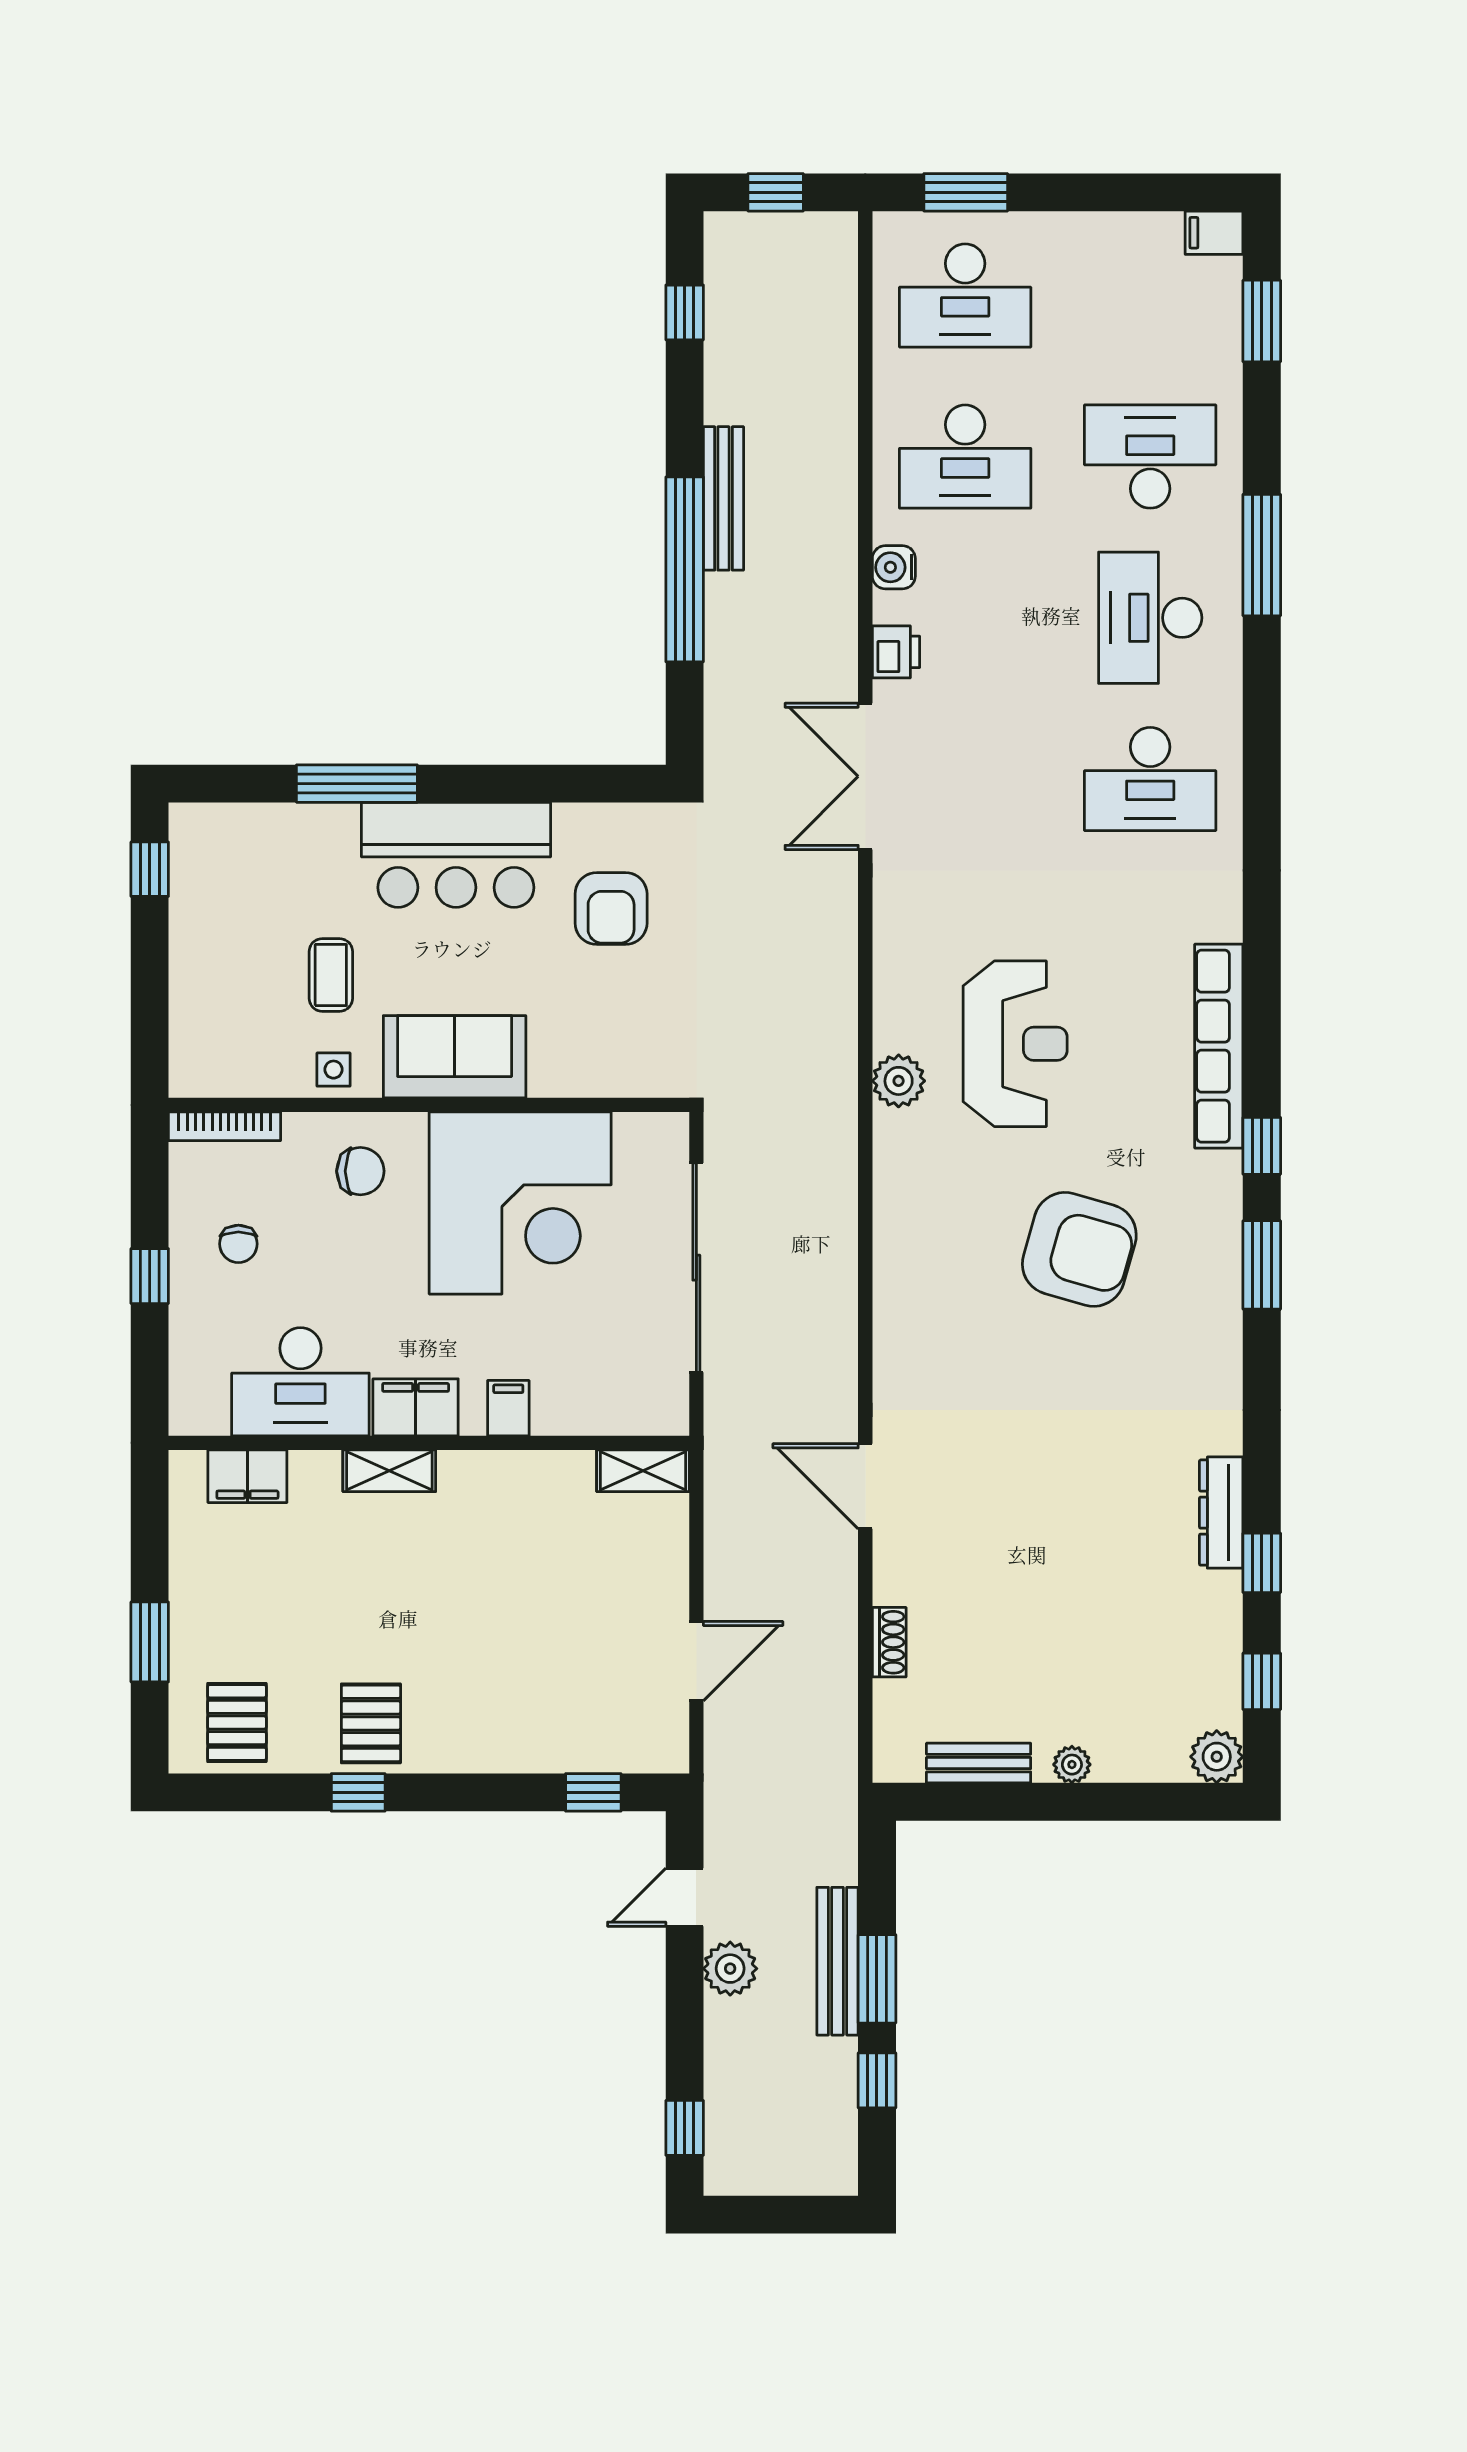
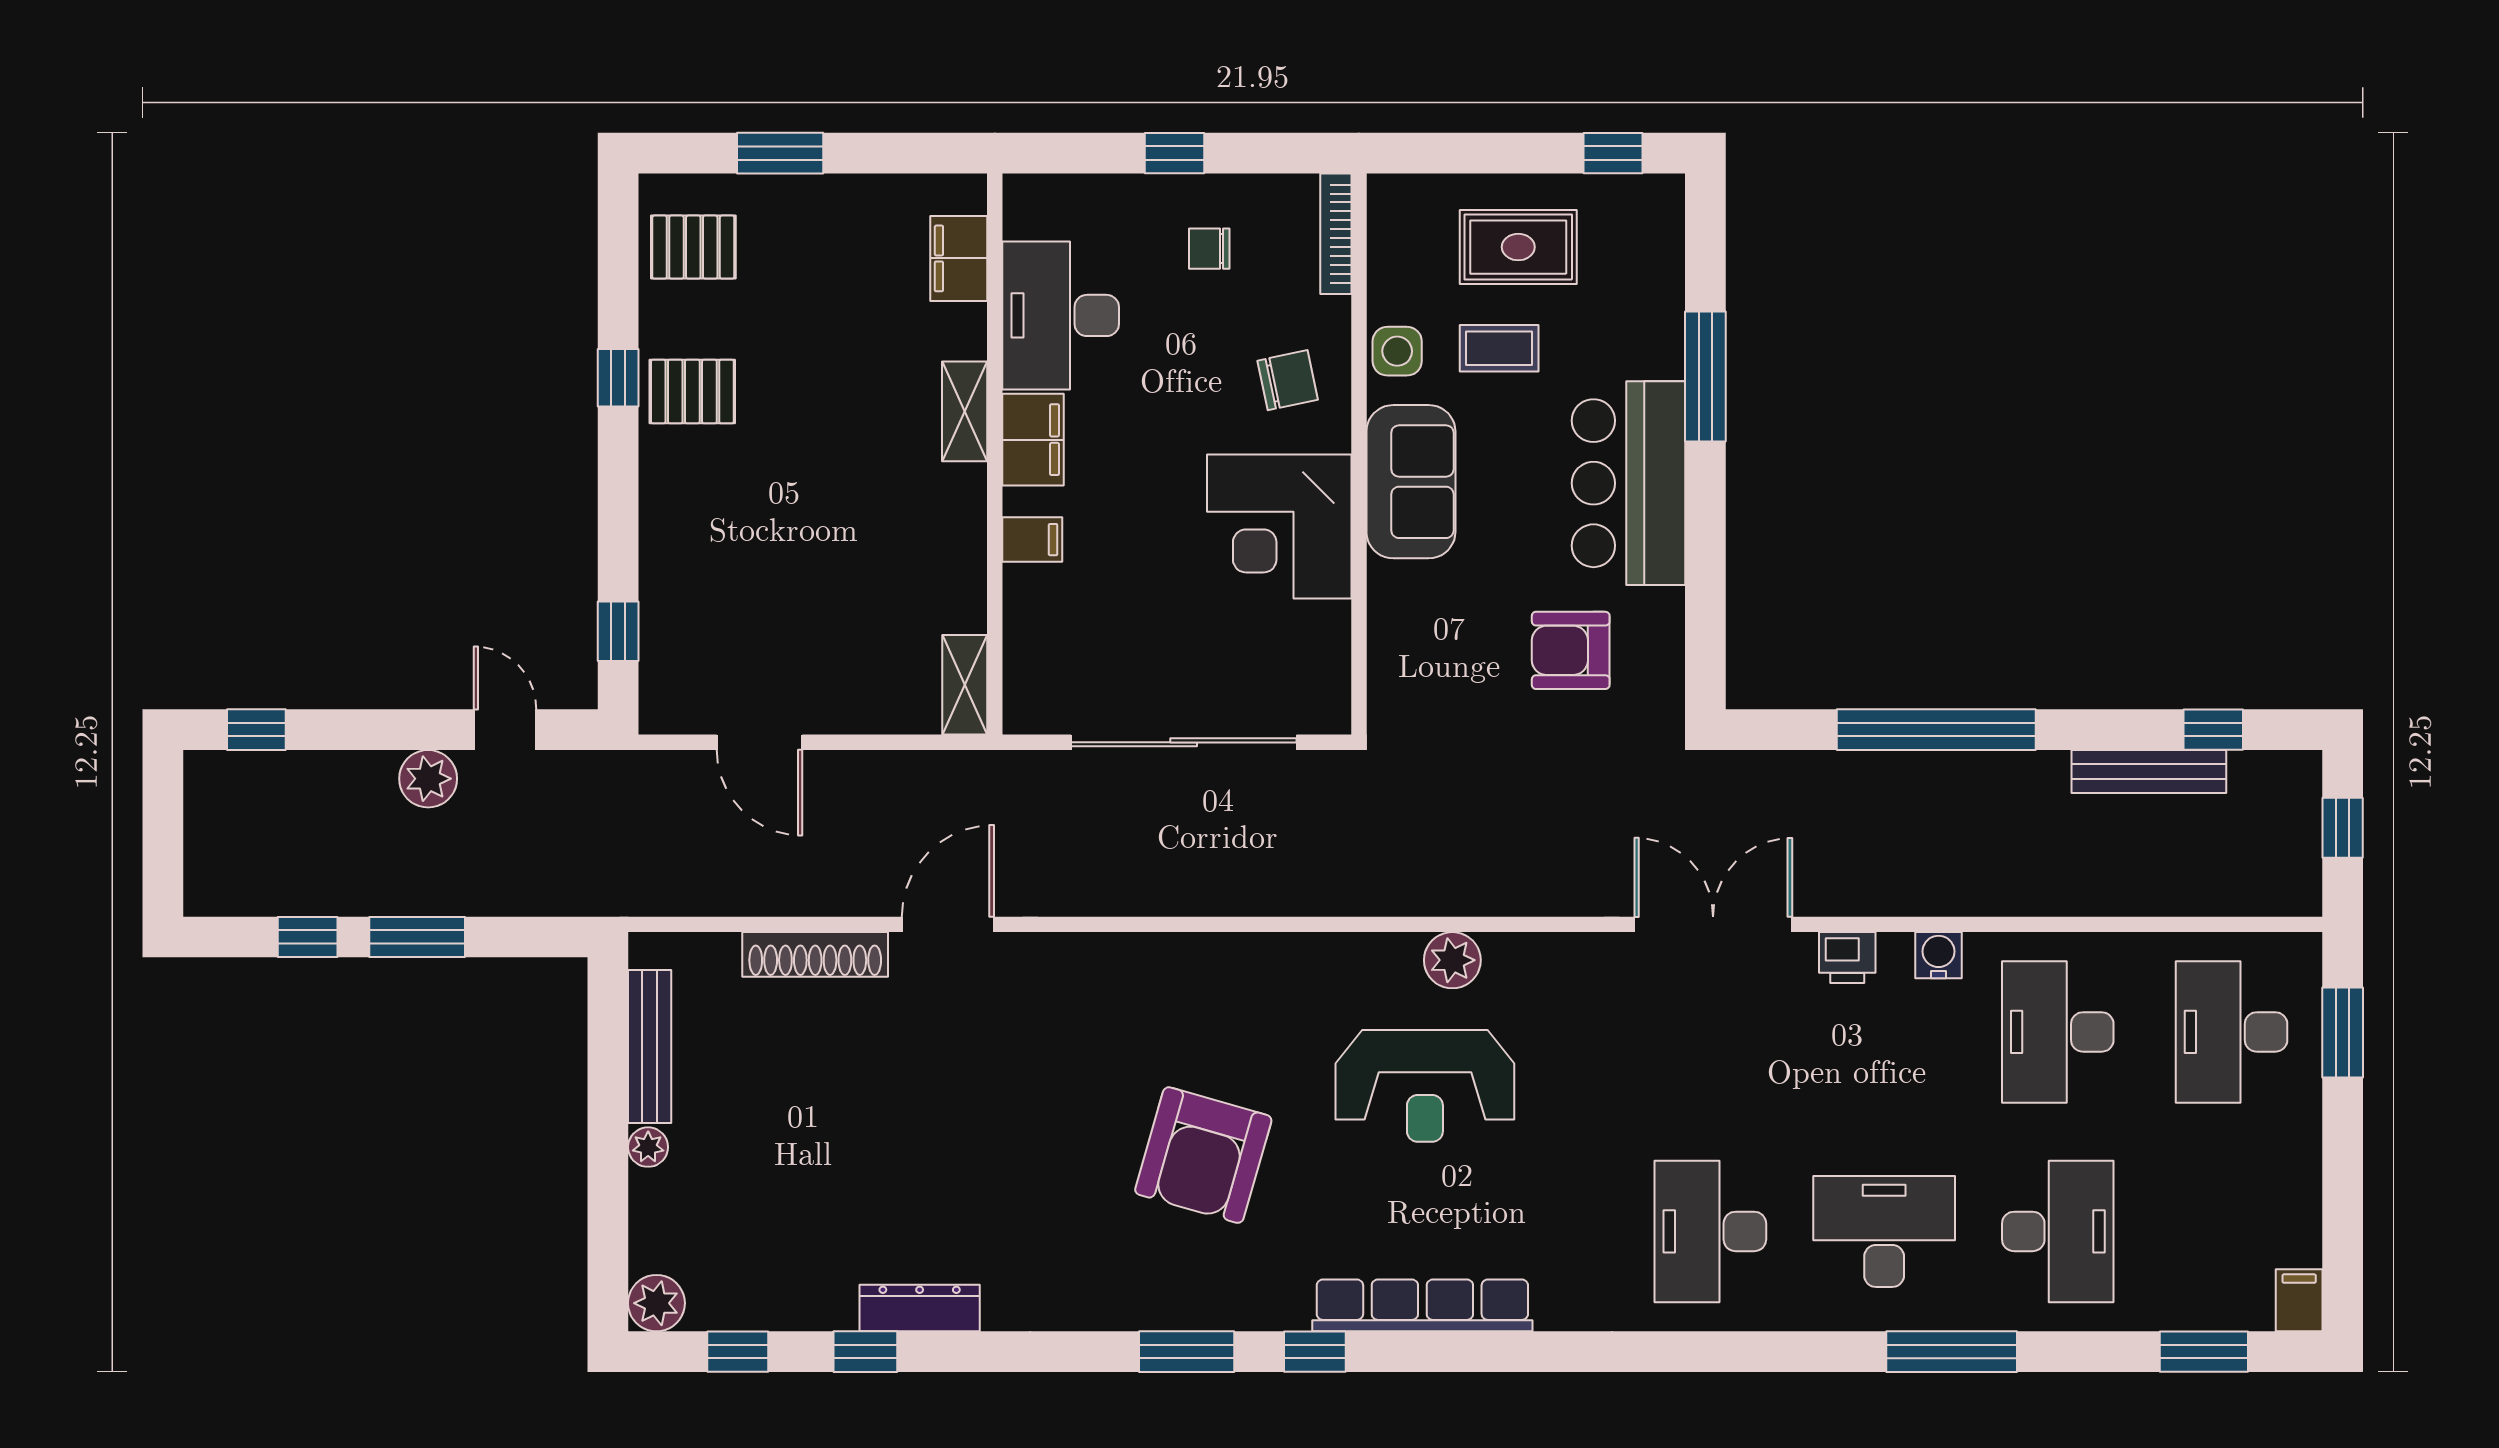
bench: (723, 498) -> (2149, 772), moved
rug: (237, 957) -> (1518, 247), added
side table: (333, 1070) -> (1397, 351), width x1.37, depth x1.37
plant: (899, 1081) -> (1452, 960), moved
chair: (360, 1171) -> (1288, 380), turned -102
corner desk: (520, 1203) -> (1279, 526), width x0.74, depth x0.74
shoe rack: (889, 1642) -> (815, 954), width x1.94, depth x1.24
bench: (979, 1763) -> (650, 1046), width x1.36
bench: (838, 1961) -> (436, 894), removed

